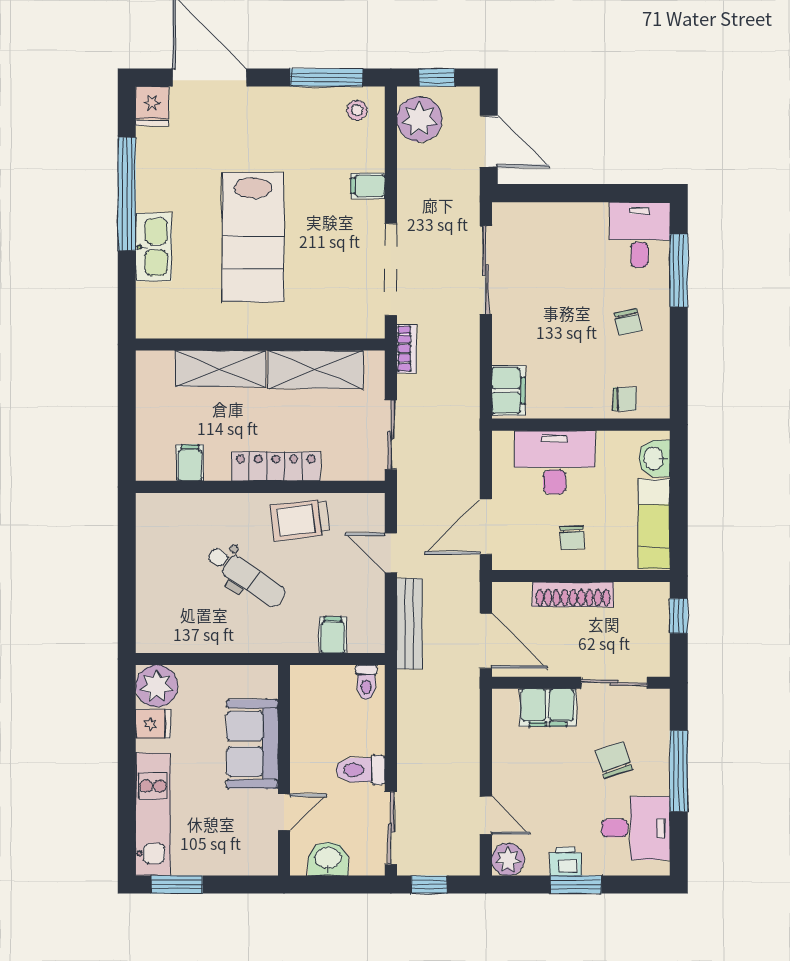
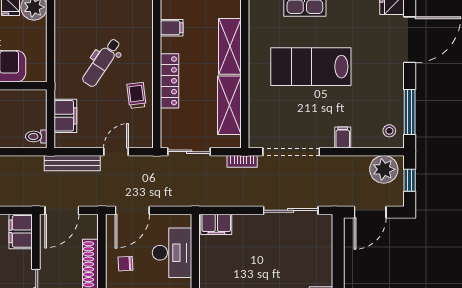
trolley: (300, 520) -> (136, 95), width x0.73, depth x0.72
door: (486, 527) -> (132, 210), swing flipped
filing cabinet: (333, 635) -> (65, 116), width x2.00
filing cabinet: (548, 707) -> (21, 231), moved

